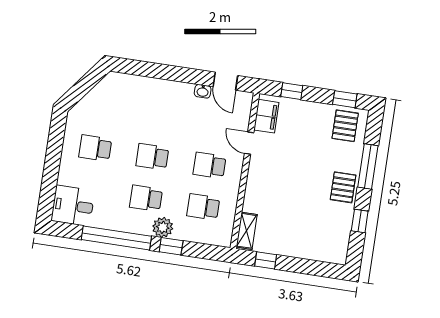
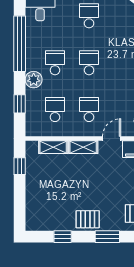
window: (368, 166) -> (107, 237), width x0.69
shelving: (254, 179) -> (83, 147), added
shelving: (247, 231) -> (53, 147), moved
window: (171, 246) -> (20, 104), moved

